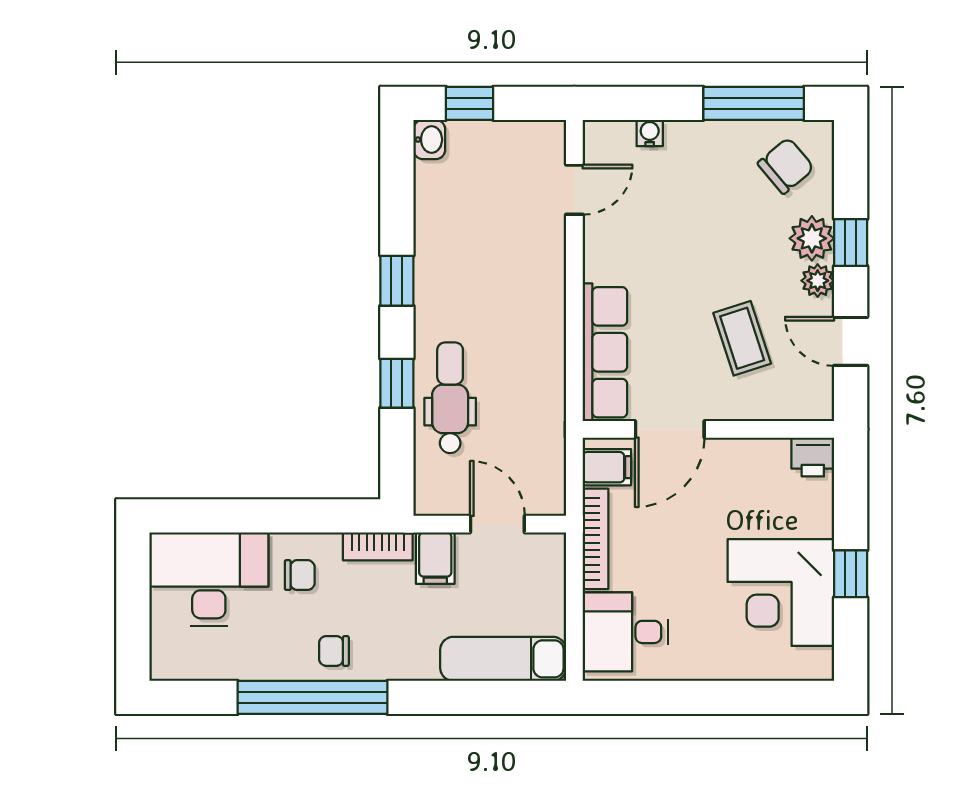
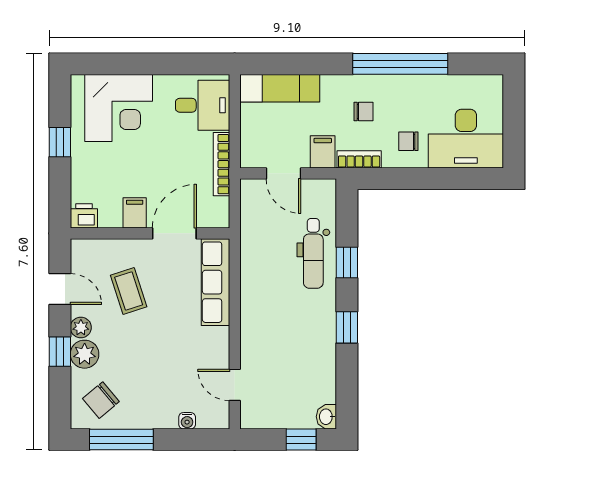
door: (574, 190) -> (235, 385), hinge flipped
filing cabinet: (607, 467) -> (135, 213), moved, turned 90
corner desk: (781, 593) -> (119, 108), moved, turned 90
chair: (334, 651) -> (364, 111), moved

